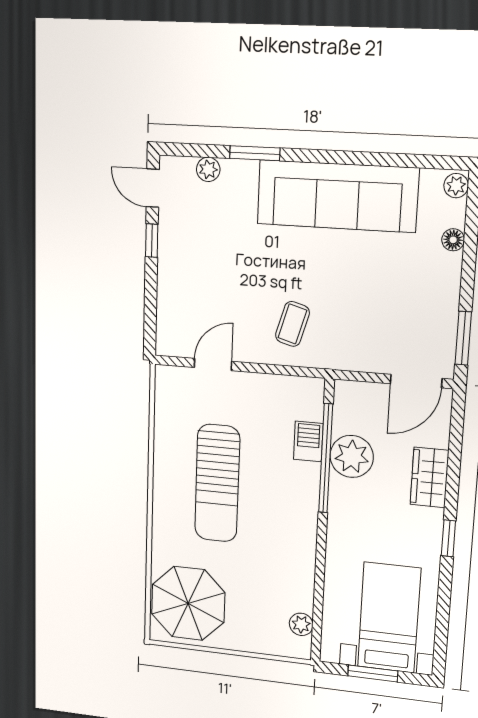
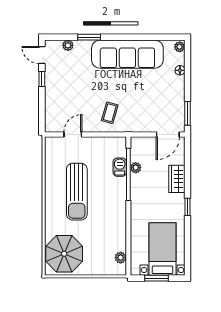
plant: (352, 456) -> (136, 168), width x0.53, depth x0.53

